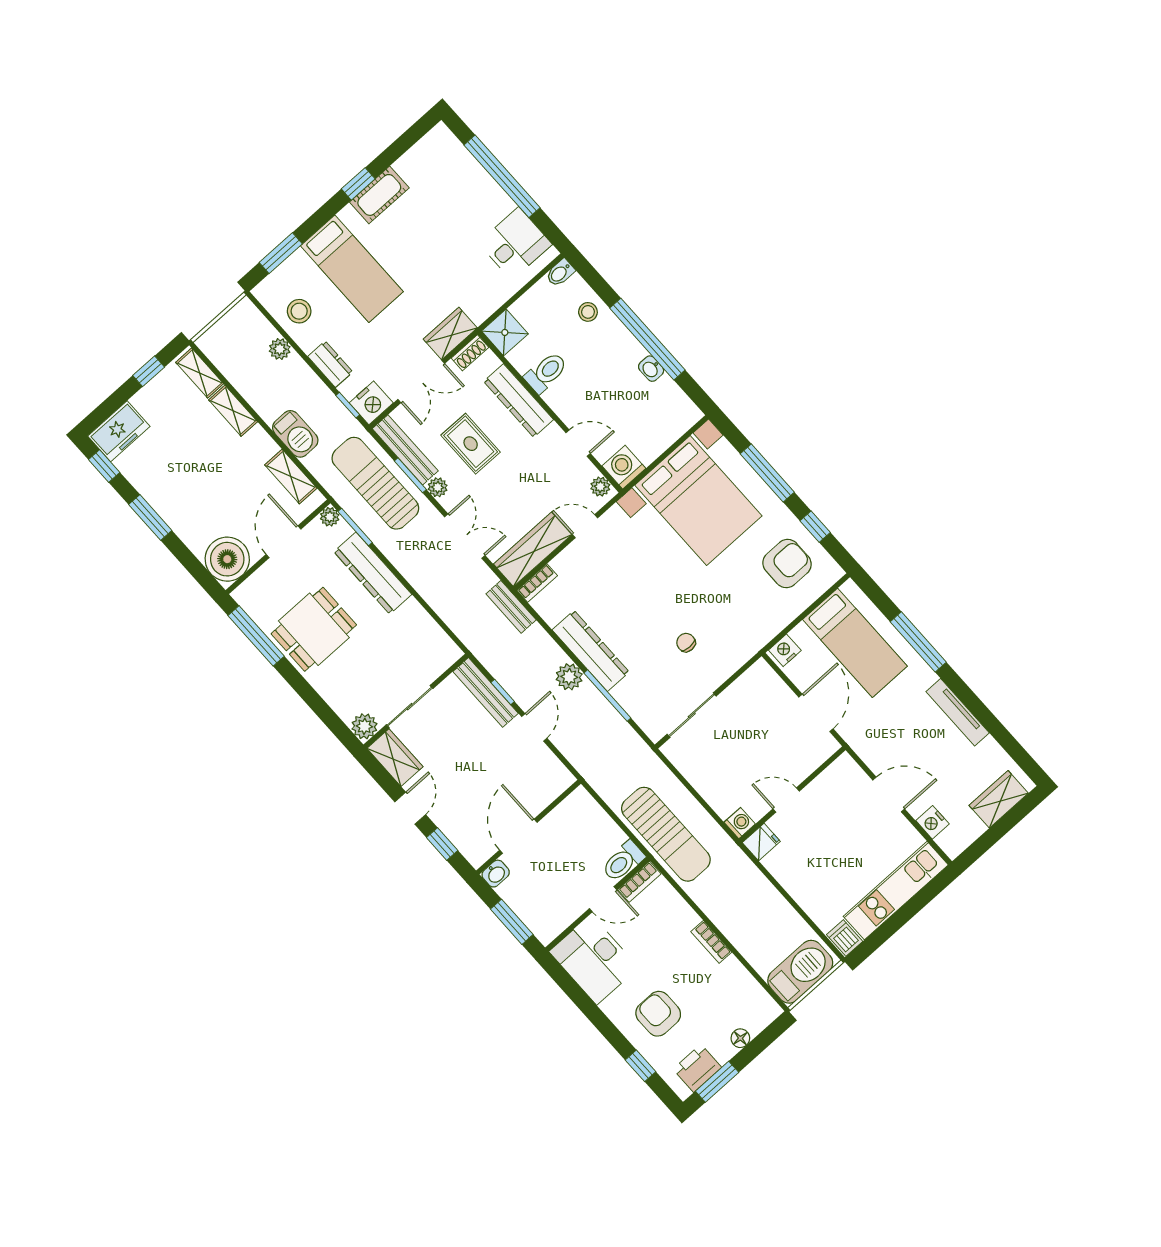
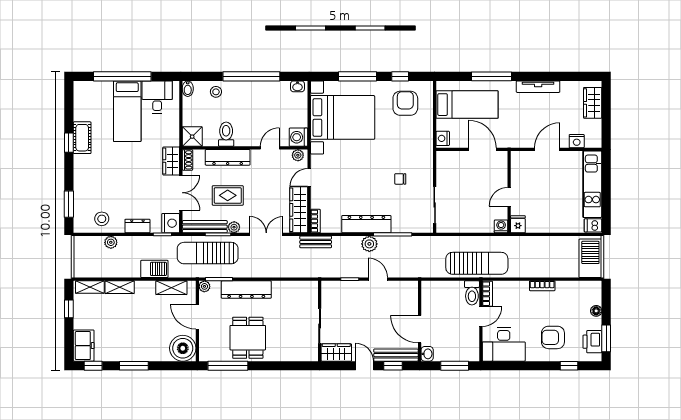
bed: (352, 269) -> (127, 111), moved, turned 90
washbasin: (651, 369) -> (298, 86), moved
bench: (486, 692) -> (396, 355), moved
plant: (364, 726) -> (311, 354), removed

